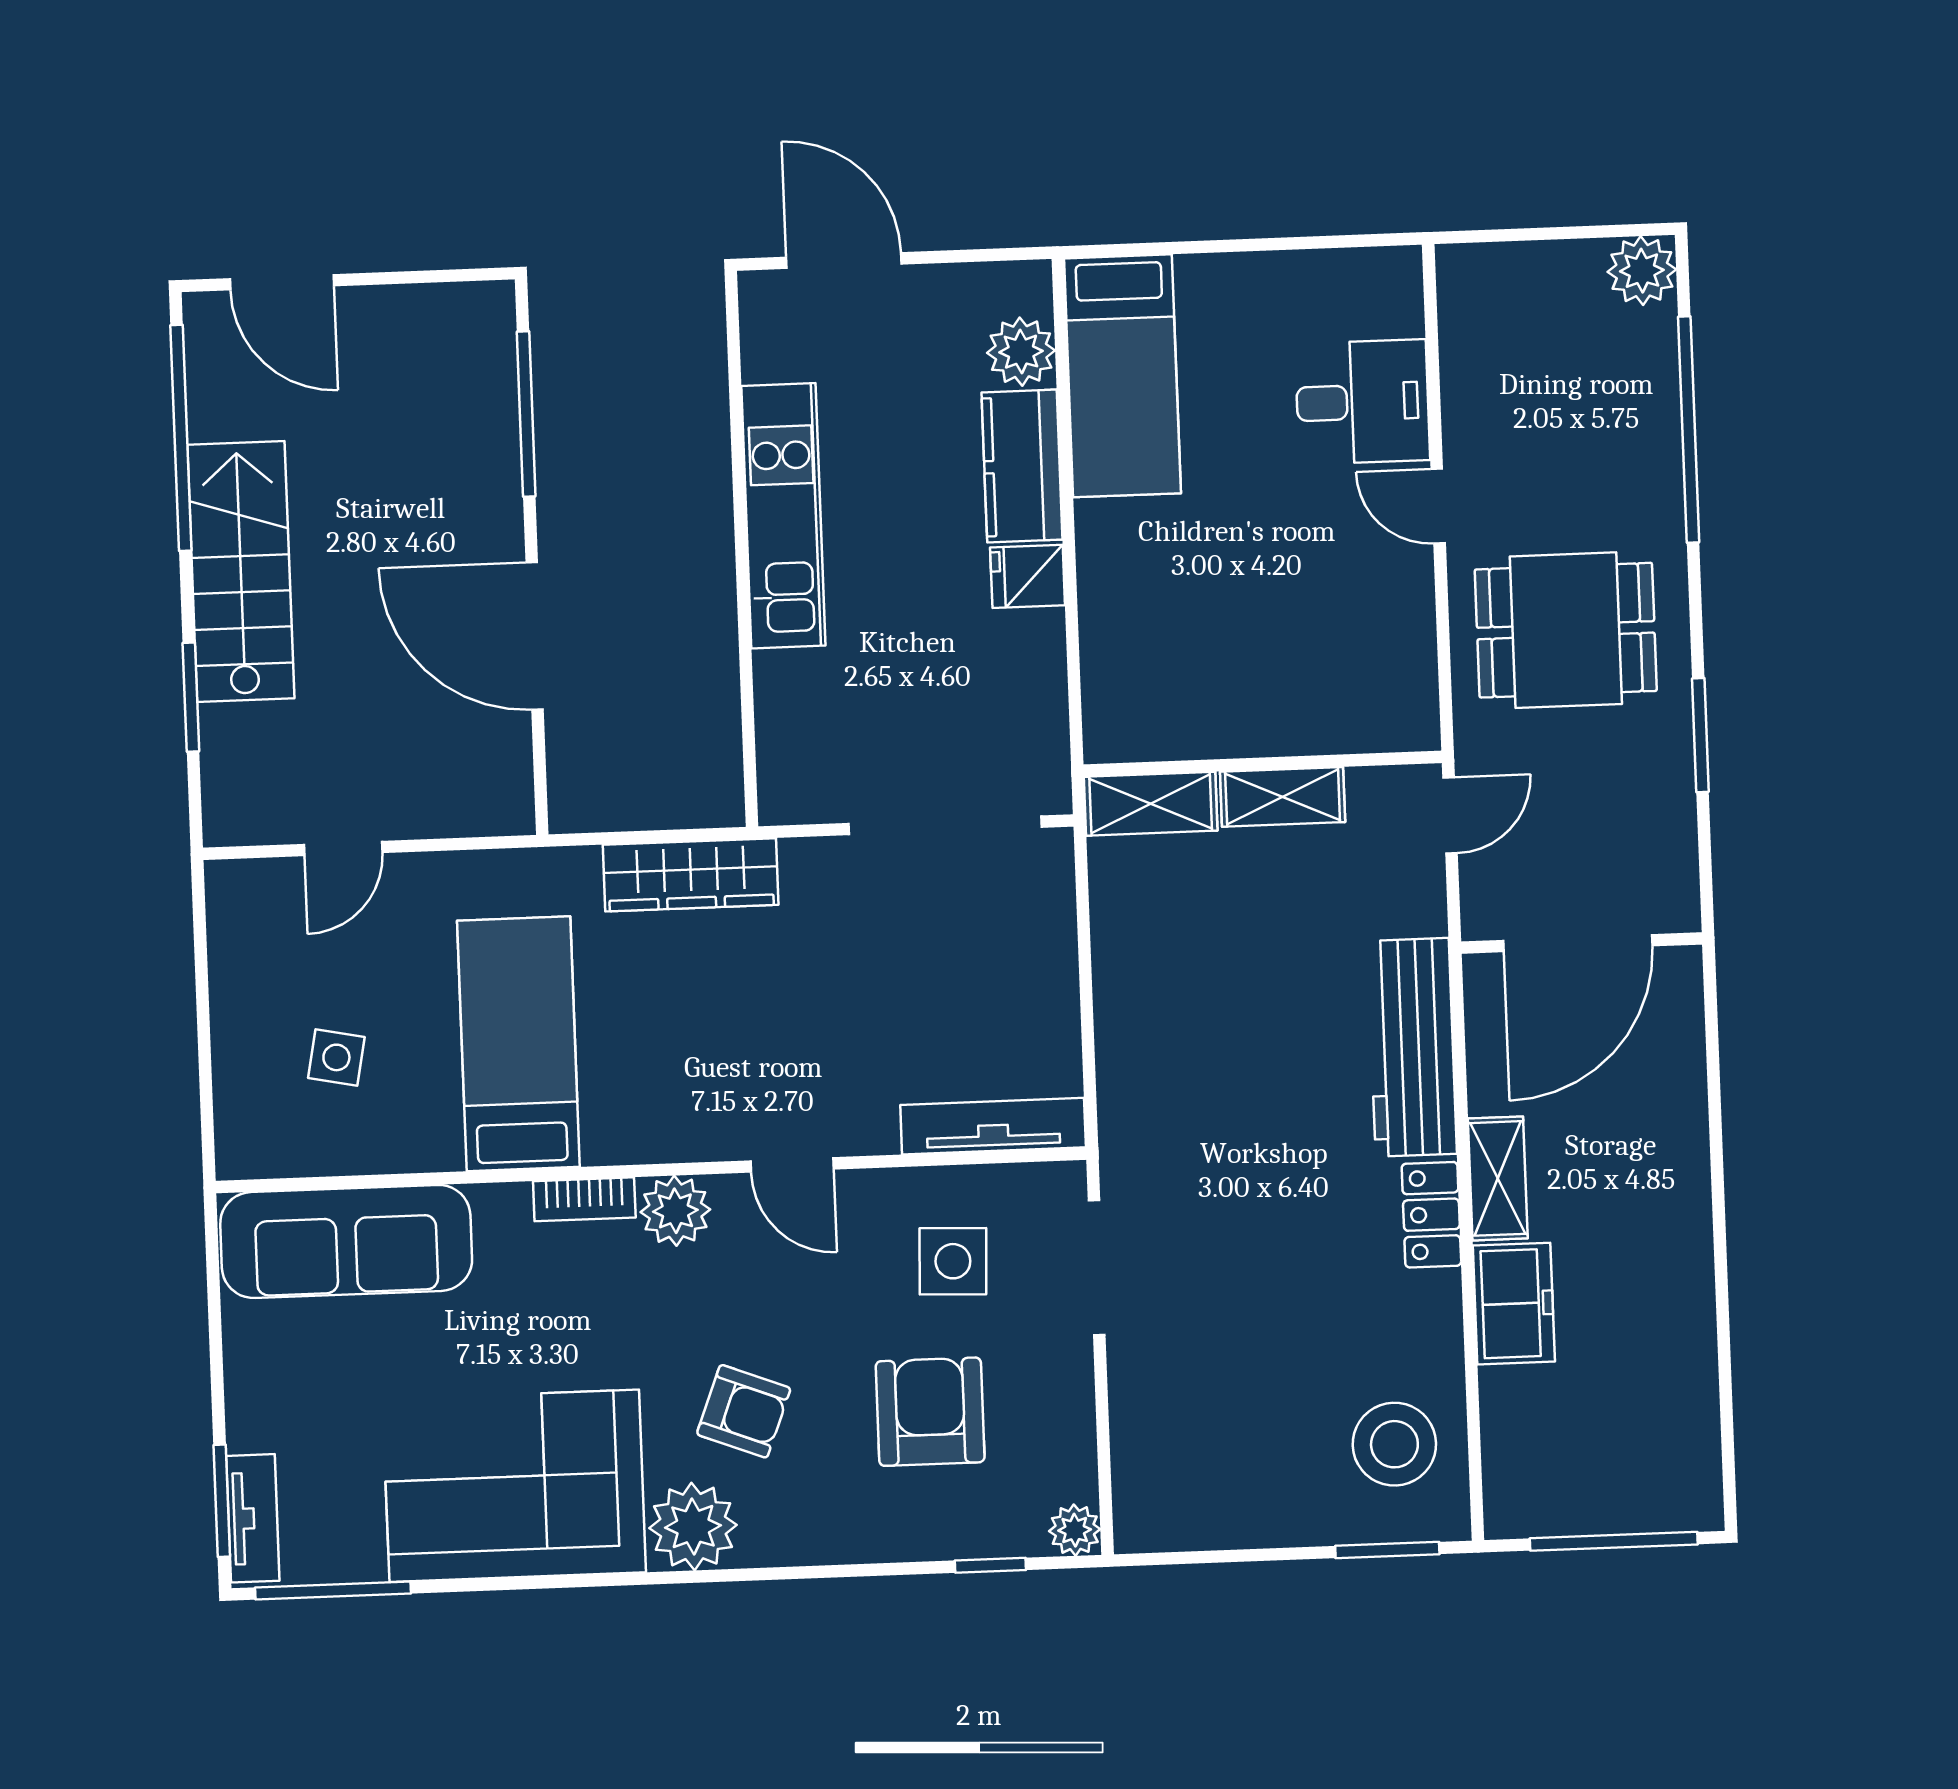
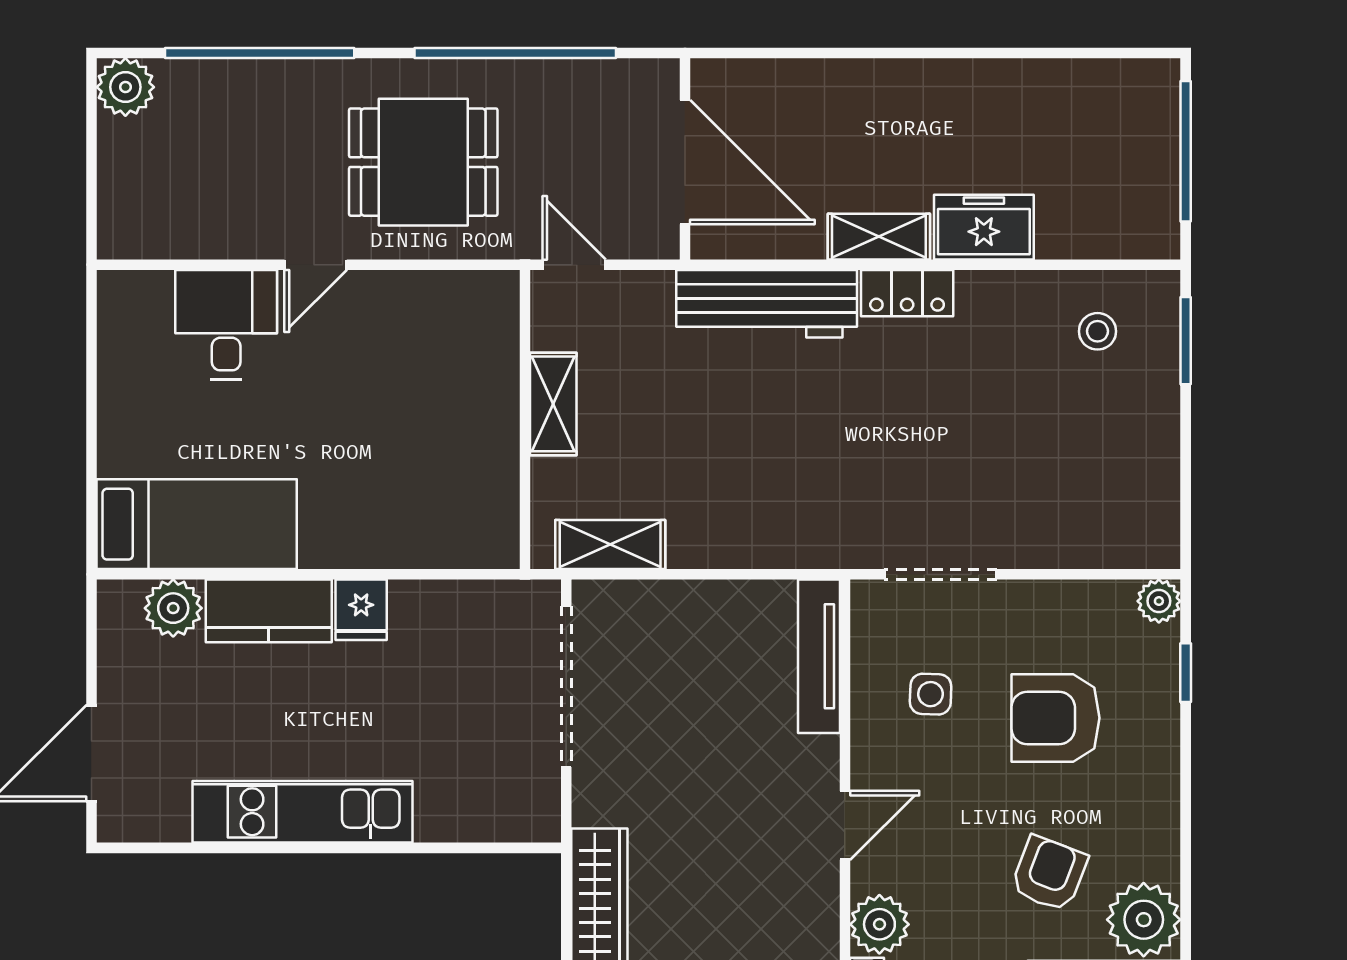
dining table: (1566, 630) -> (423, 162), turned 90
window: (1700, 735) -> (515, 53), width x2.11
shelving: (1151, 804) -> (610, 544), moved, turned 90
side table: (953, 1261) -> (931, 694), width x0.73, depth x0.73
stool: (1394, 1444) -> (1097, 331), width x0.53, depth x0.53

